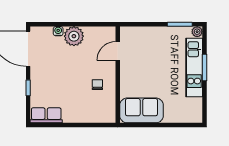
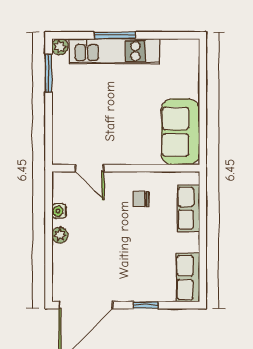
water cooler: (58, 31) -> (59, 211), moved
plant: (74, 36) -> (60, 235), width x0.53, depth x0.53
row of seats: (91, 116) -> (188, 208), added

